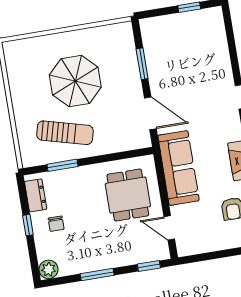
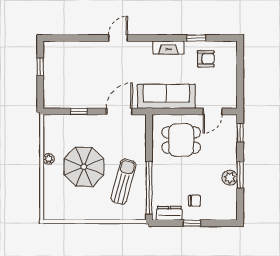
plant: (78, 36) -> (49, 159), added
window: (142, 64) -> (79, 111), width x0.67
window: (63, 165) -> (149, 188), width x2.11
plant: (49, 269) -> (230, 178), moved

